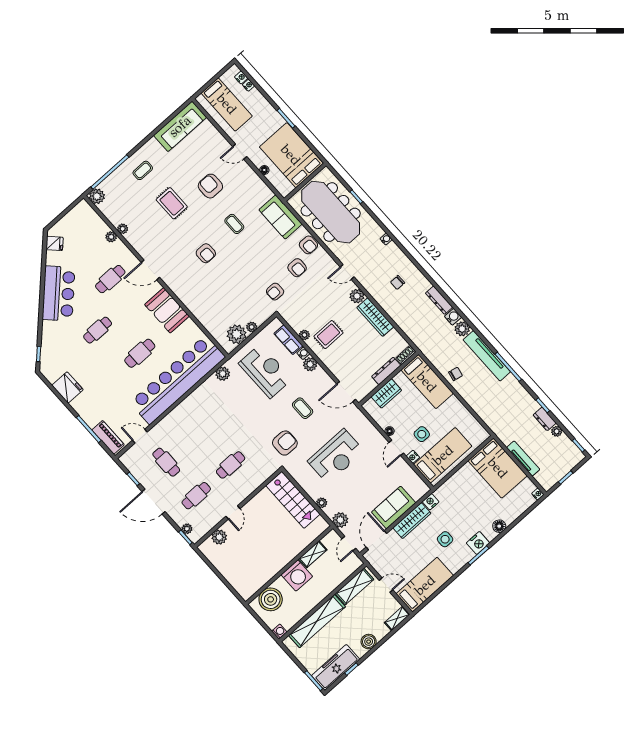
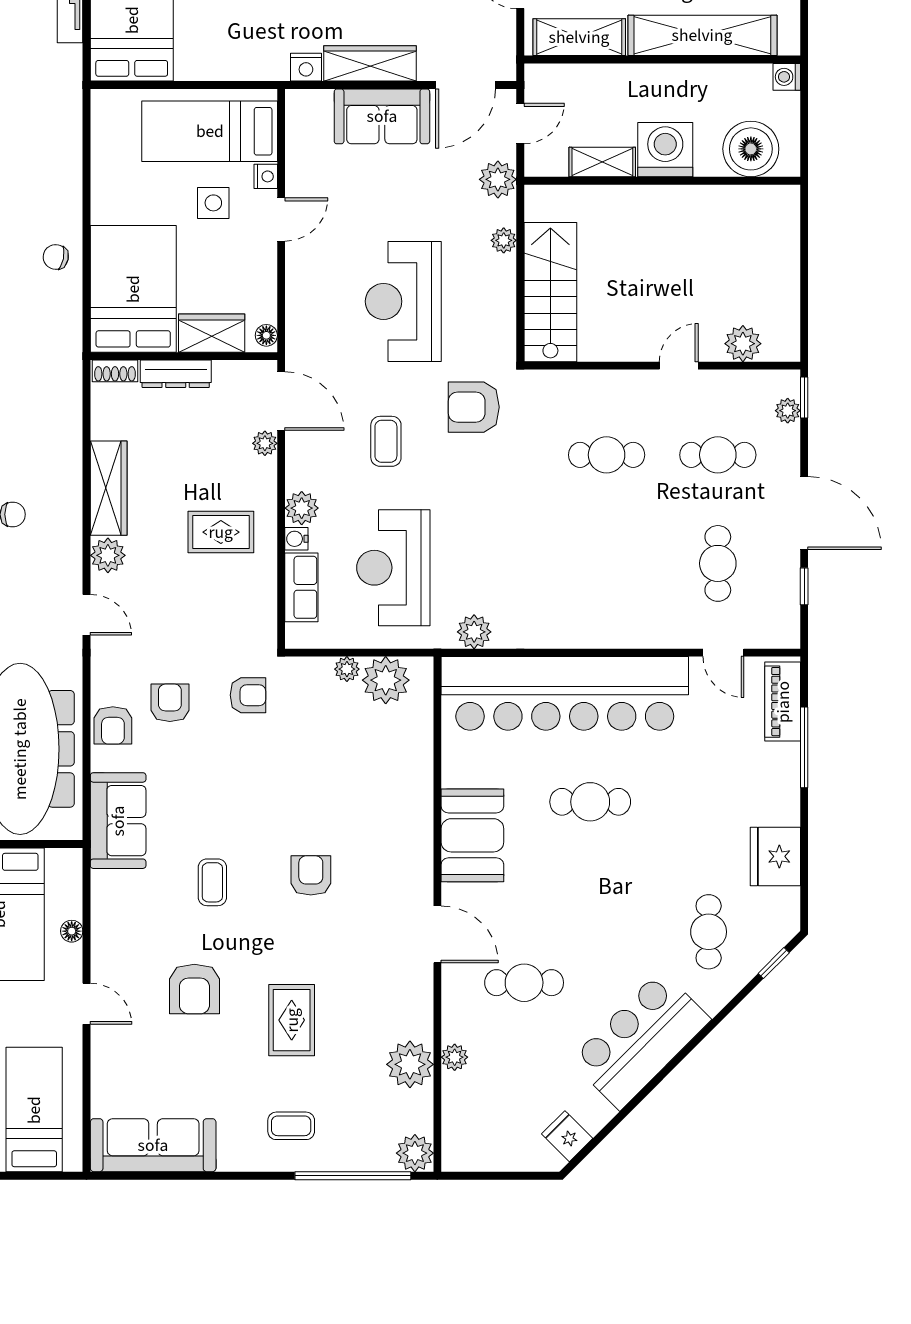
plant: (123, 229) -> (410, 1064), width x1.88, depth x1.88
armchair: (308, 245) -> (113, 725), turned 180
cafe table: (98, 330) -> (709, 932), moved, turned 90
plant: (304, 335) -> (265, 443), moved
bed: (427, 382) -> (133, 289), width x1.50
floor lamp: (390, 431) -> (266, 335), moved
reception desk: (336, 456) -> (403, 301), turned -90

